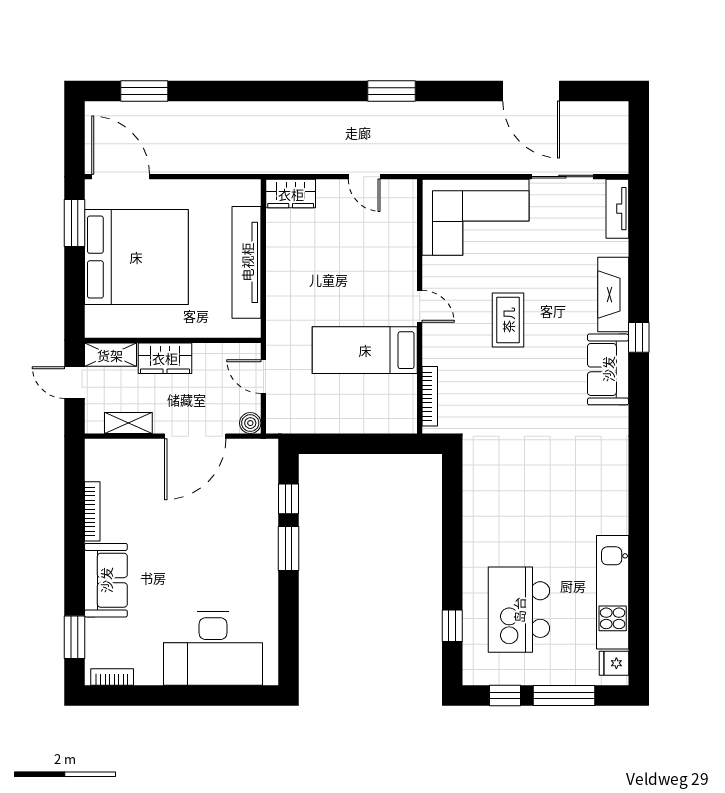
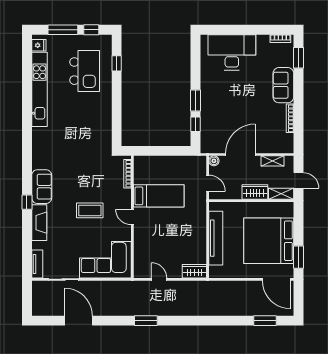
coffee table: (508, 320) -> (90, 210), turned 90
kitchen unit: (613, 592) -> (39, 89), width x1.36

